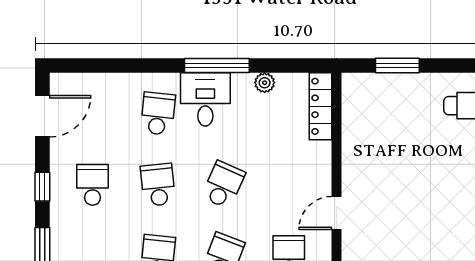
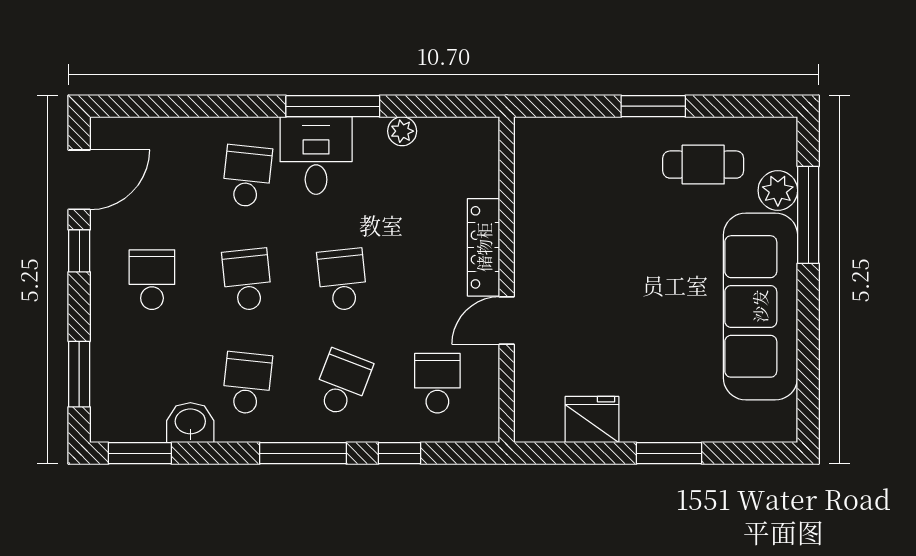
window: (397, 66) -> (653, 106), moved
locker: (321, 106) -> (484, 247), moved
school desk: (223, 185) -> (342, 280), turned -30
window: (42, 187) -> (79, 251), moved

